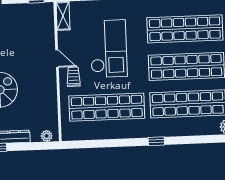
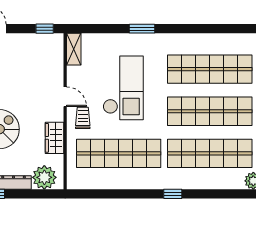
wardrobe: (49, 96) -> (54, 138), added
plant: (47, 136) -> (44, 177), width x1.88, depth x1.88

